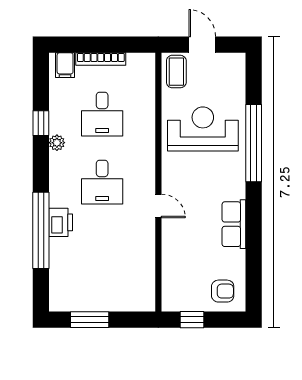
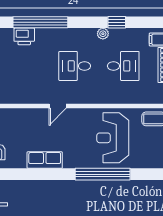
desk: (102, 114) -> (123, 66), turned 180
reception desk: (203, 129) -> (113, 138), turned 180
printer: (61, 222) -> (24, 36), moved

